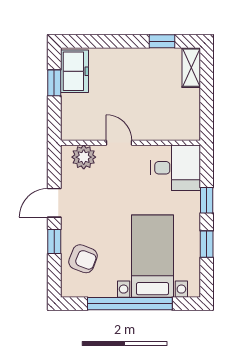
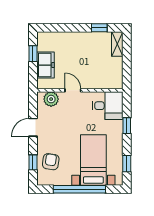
freezer: (75, 71) -> (45, 65), moved
window: (54, 242) -> (33, 162), moved
window: (207, 244) -> (127, 164), moved
armchair: (83, 259) -> (51, 162), turned -103

